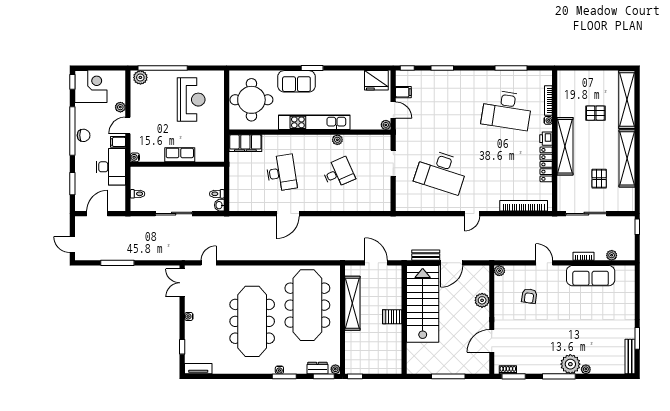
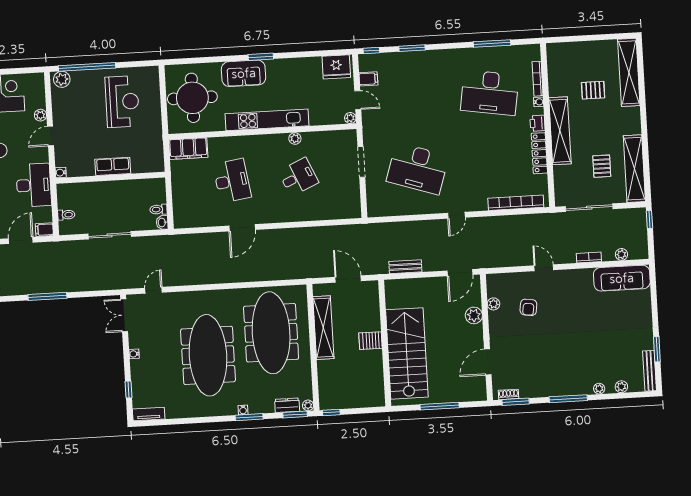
filing cabinet: (118, 142) -> (44, 230), moved
shelving: (627, 158) -> (634, 169), moved
door: (452, 263) -> (460, 273), moved
plant: (499, 271) -> (494, 304), moved
sofa: (591, 276) -> (622, 278), moved
stairs: (423, 304) -> (407, 353), moved
plant: (570, 364) -> (621, 387), moved, width x0.53, depth x0.53

